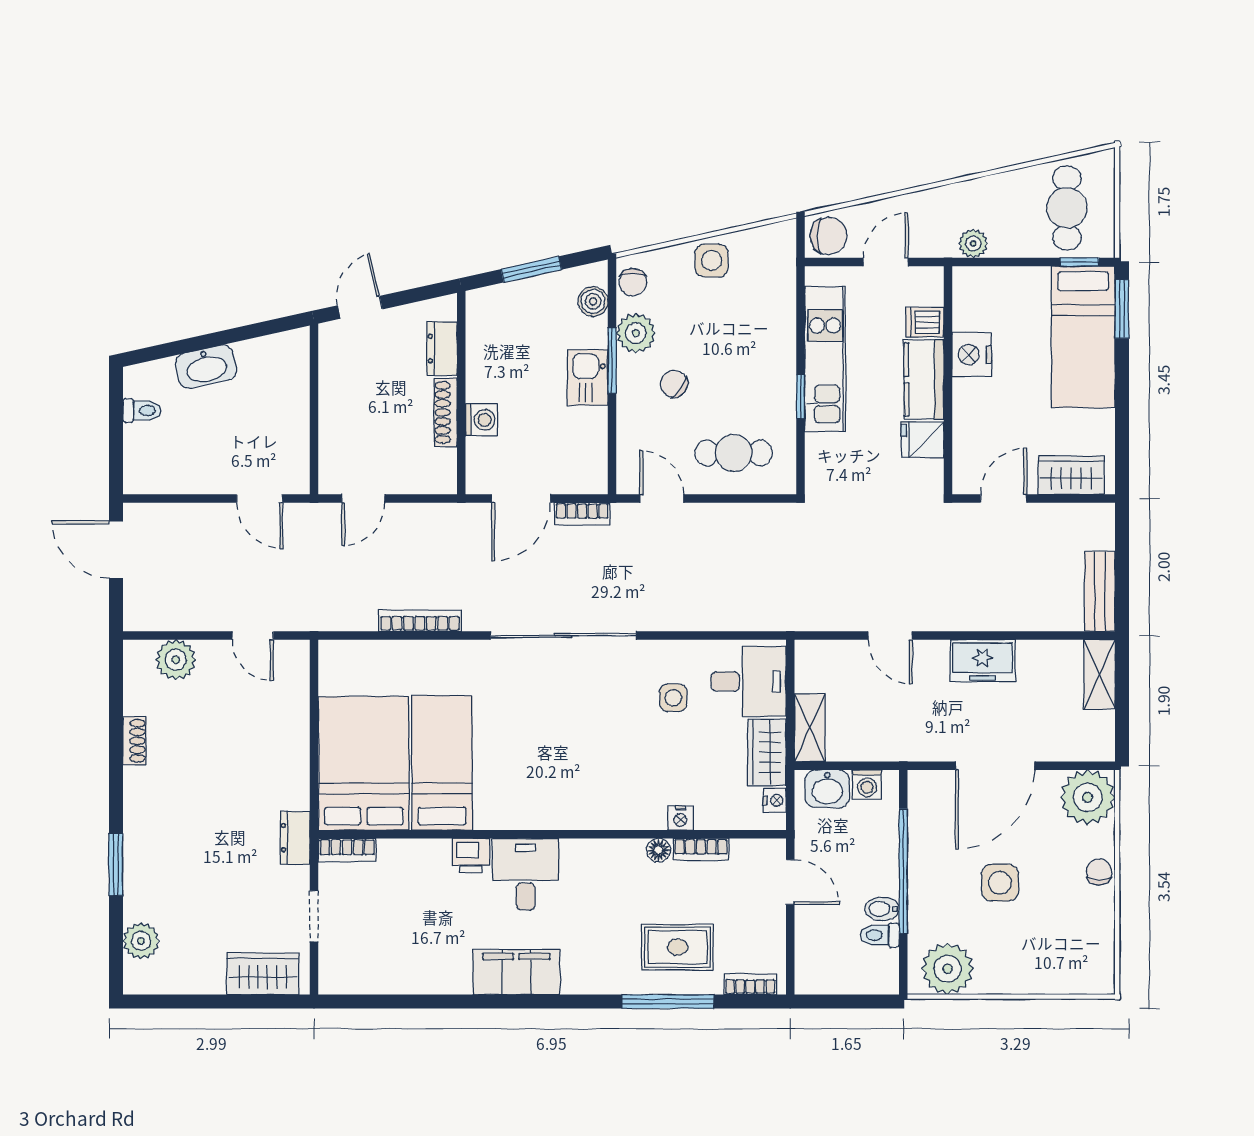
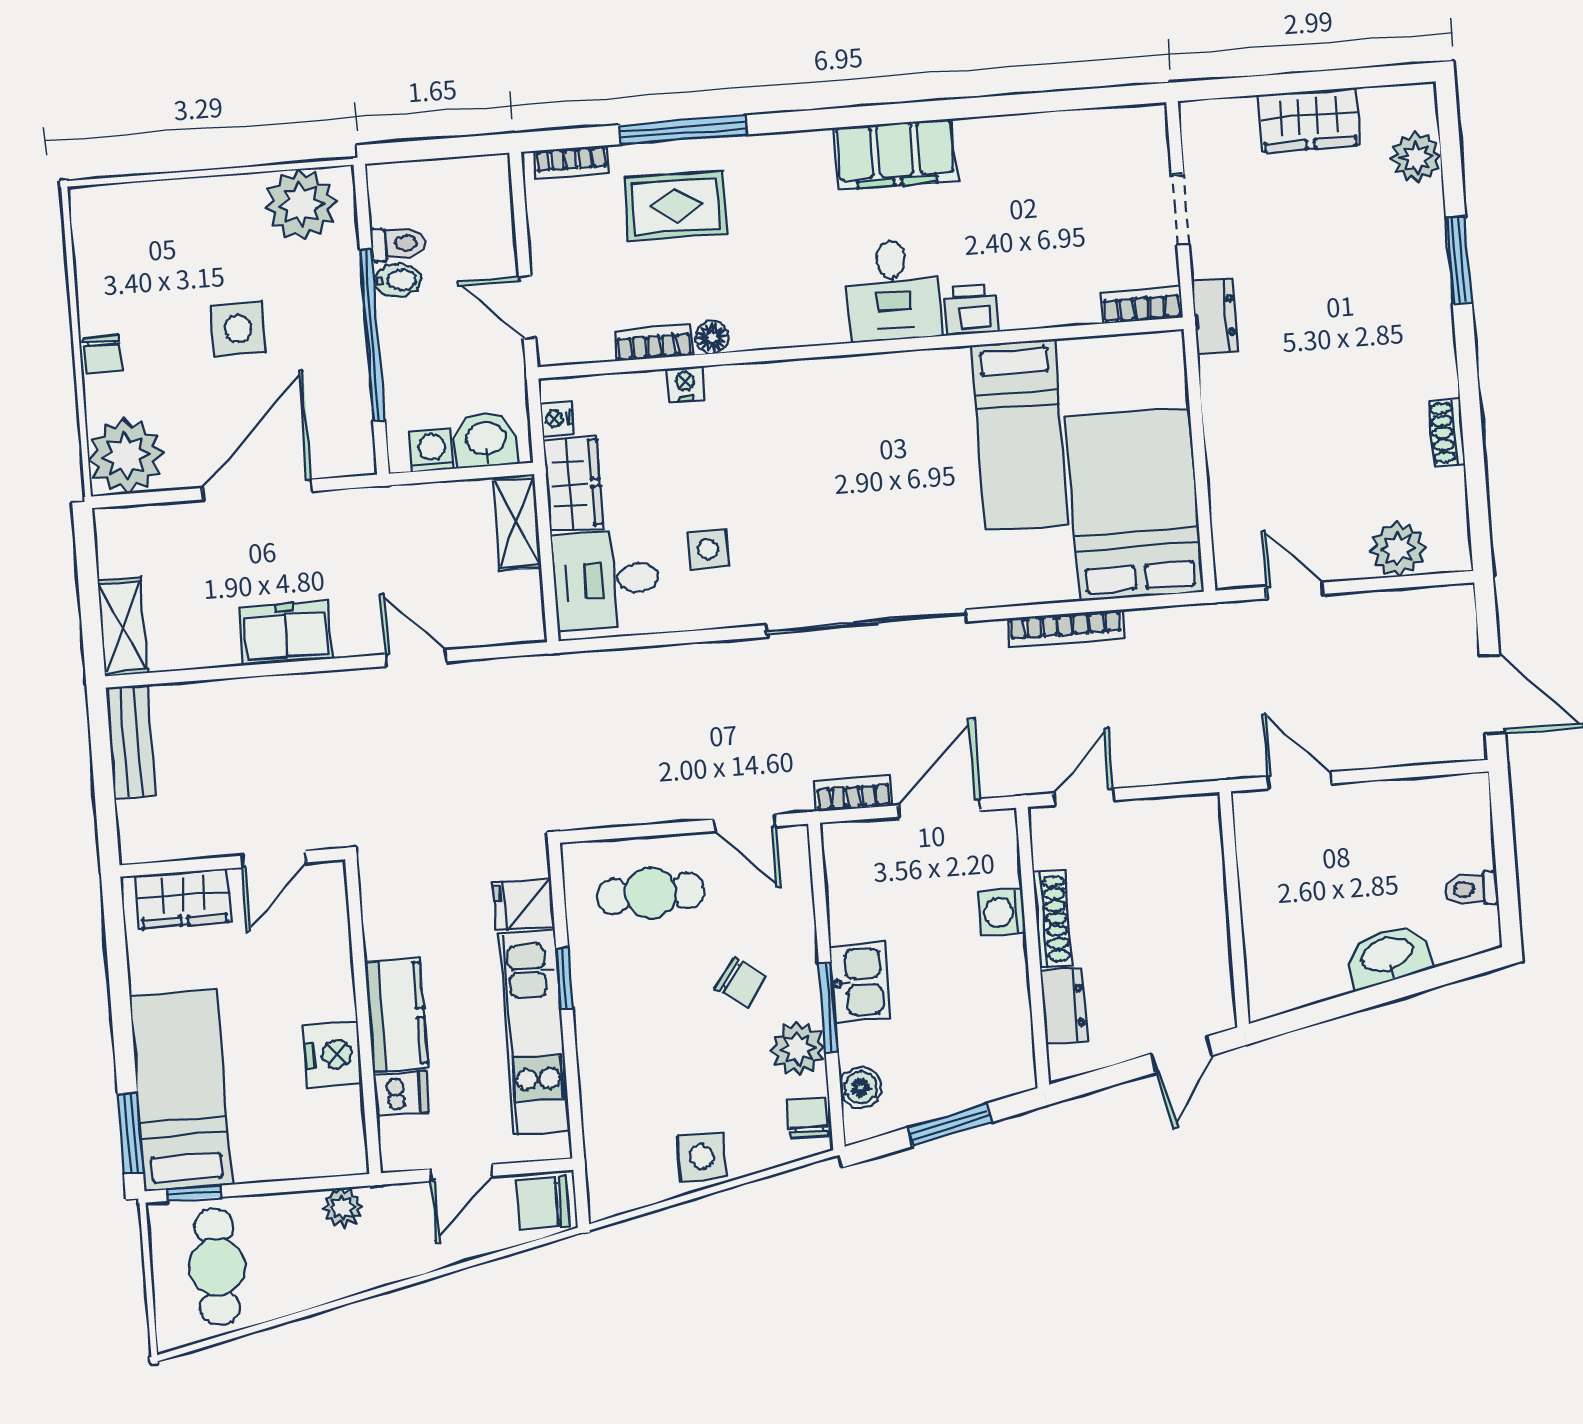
fridge: (923, 440) -> (524, 904), moved, turned 180
door: (363, 498) -> (1084, 797), moved
bed: (364, 763) -> (1135, 504), moved, turned 180
wardrobe: (263, 974) -> (1309, 120), moved

